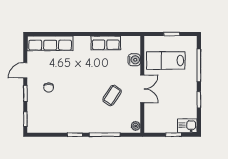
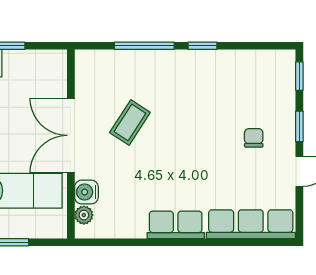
row of seats: (106, 43) -> (176, 225), moved
double door: (142, 89) -> (71, 135), width x1.37
plant: (136, 126) -> (84, 215), moved

